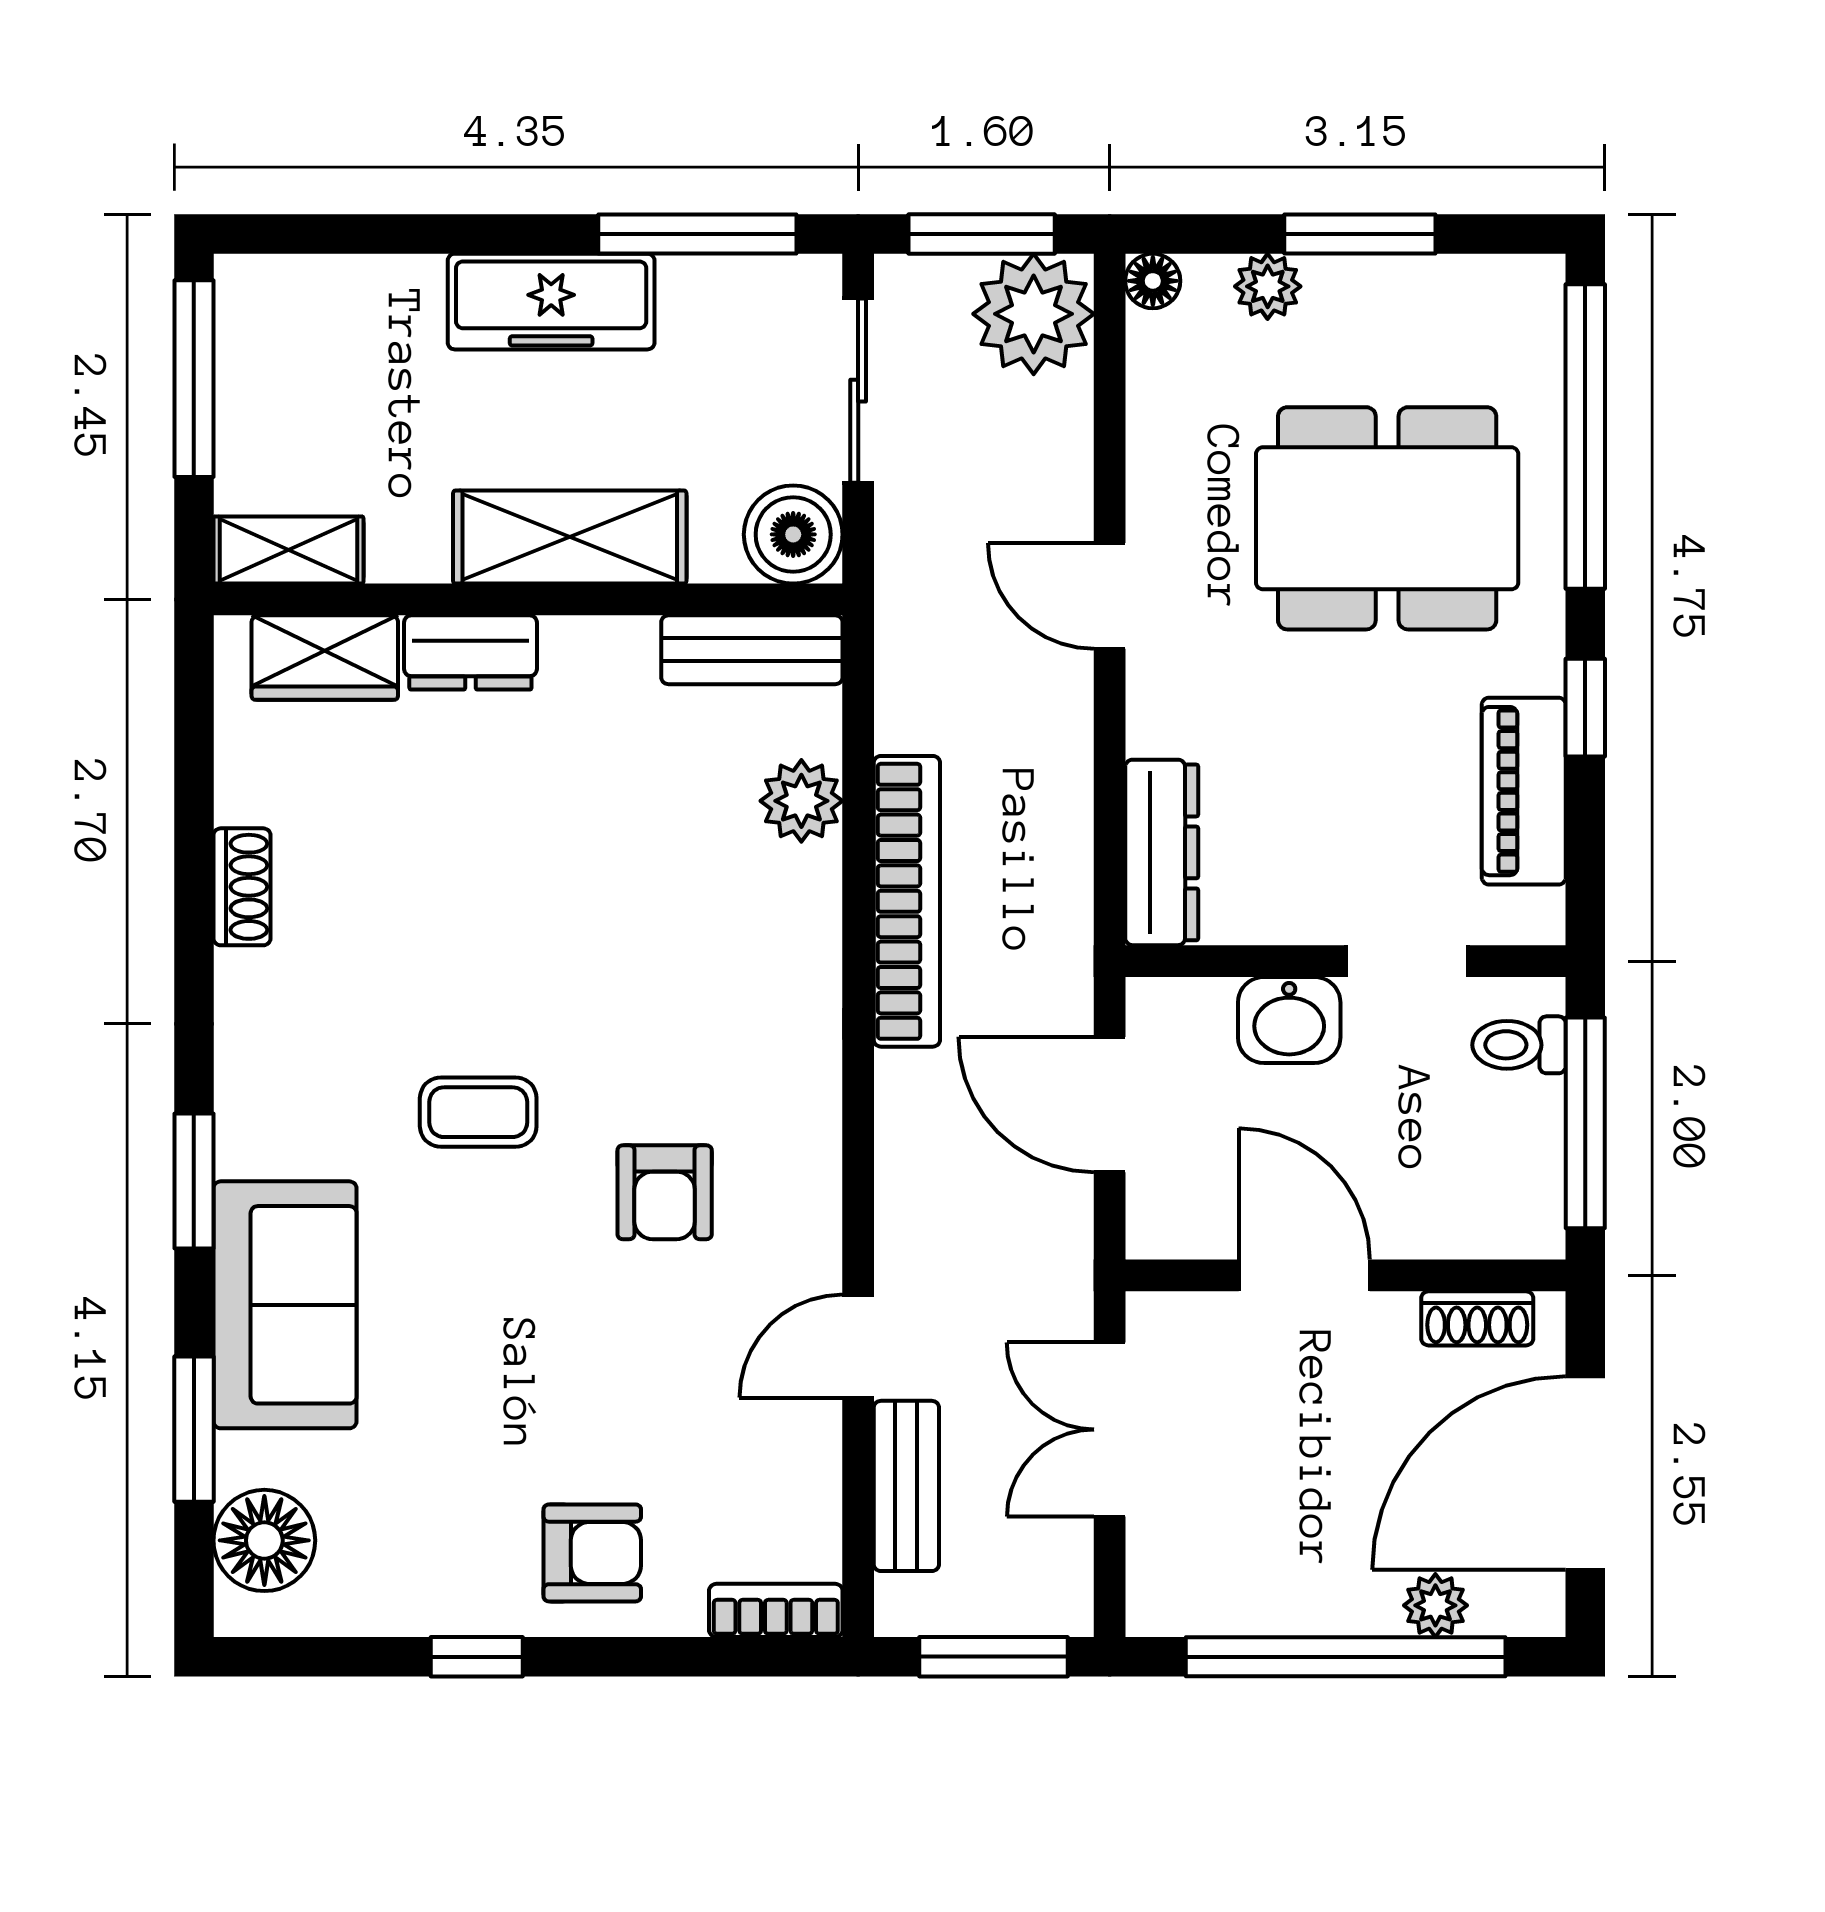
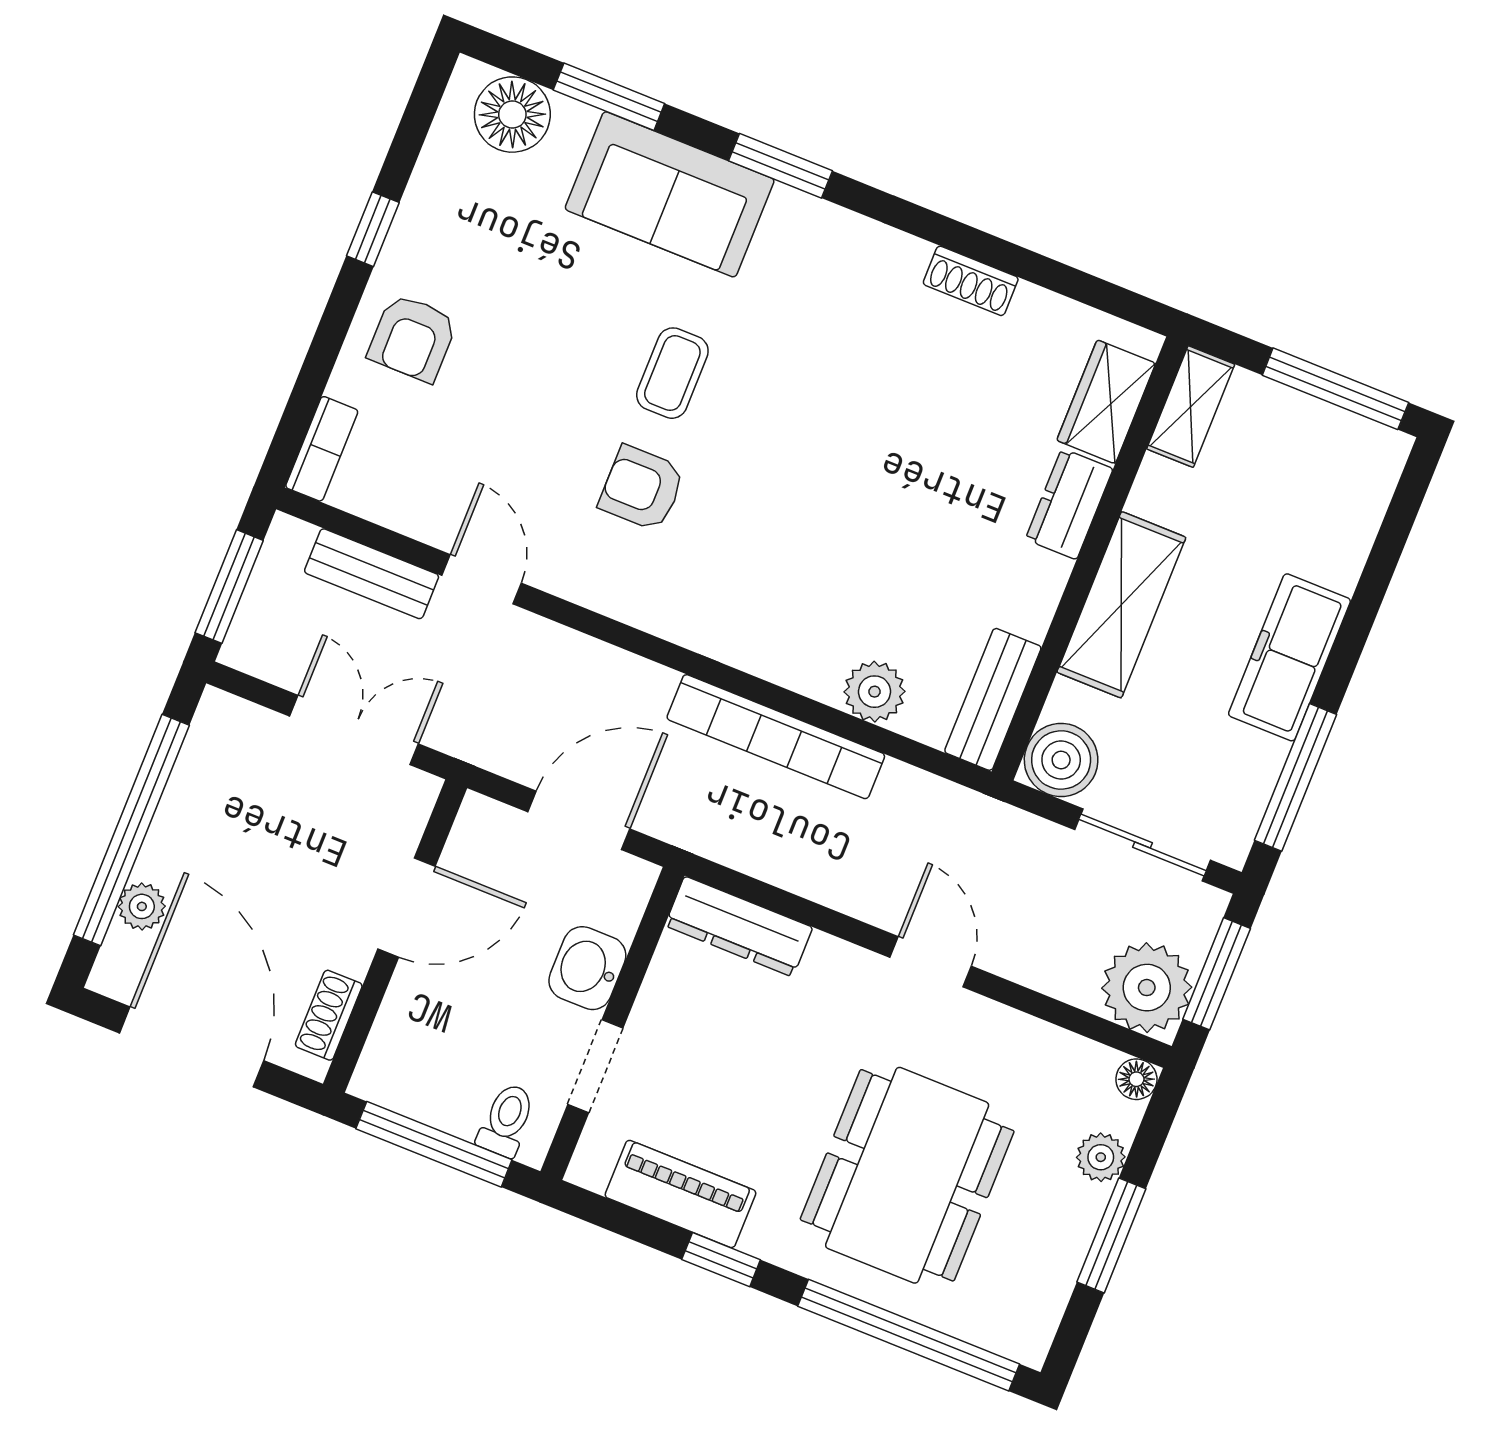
door: (1110, 596) -> (931, 962), hinge flipped
coffee table: (478, 1112) -> (672, 373), moved

